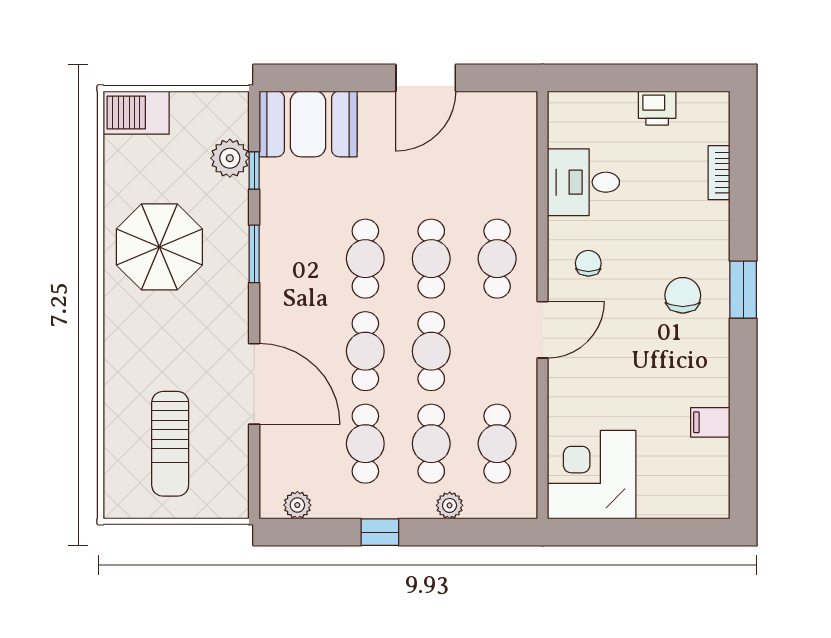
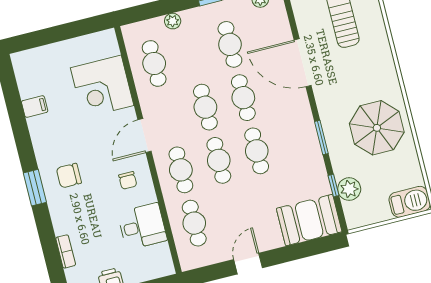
door: (426, 78) -> (248, 264), width x0.73
chair: (683, 295) -> (69, 176), turned 90
cafe table: (431, 444) -> (194, 223), moved
corner desk: (592, 475) -> (102, 87), moved, turned 90

